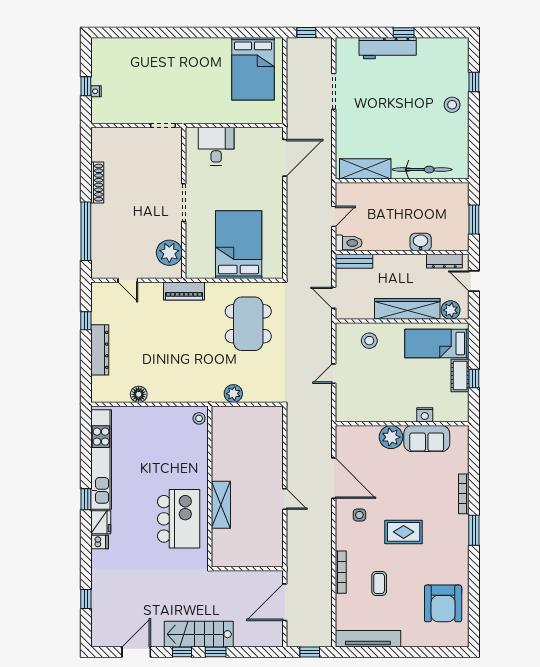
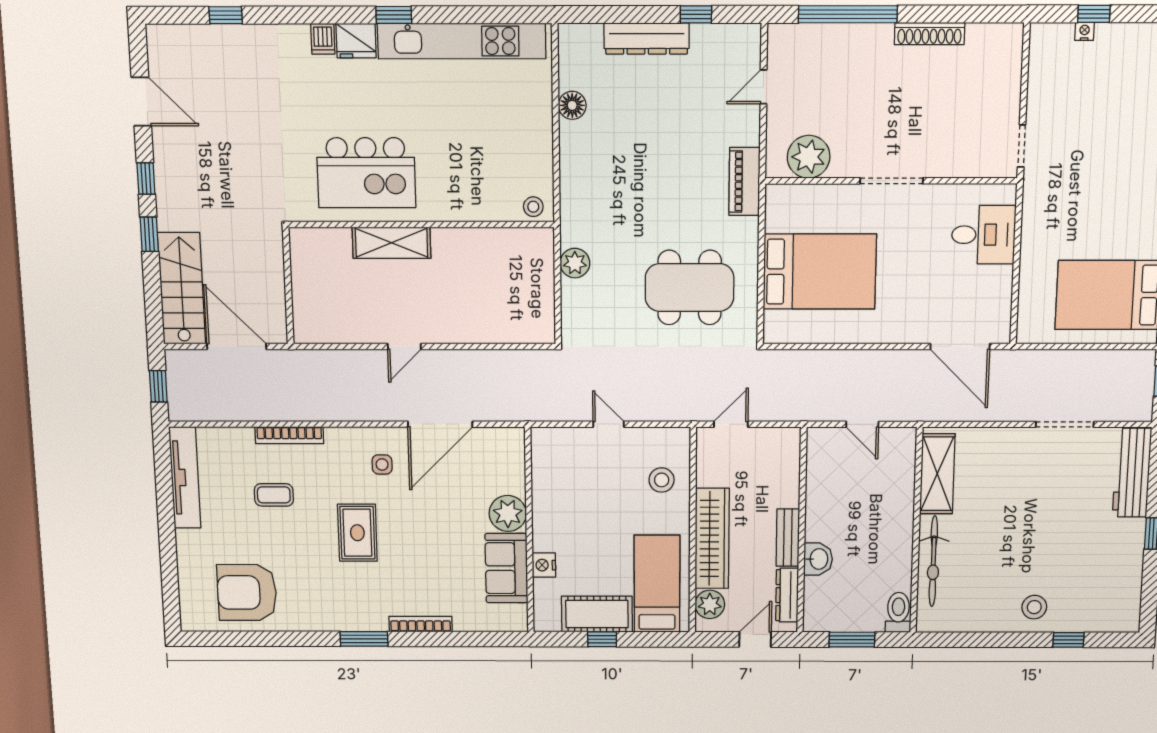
workbench: (388, 48) -> (1132, 473), moved
toilet: (349, 243) -> (898, 612), moved, turned 180
bench: (354, 261) -> (788, 538), moved
cot: (460, 376) -> (597, 614), width x1.37, depth x1.34
stairs: (199, 634) -> (182, 289), moved

